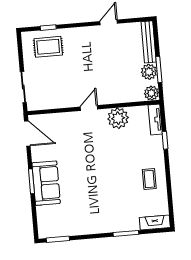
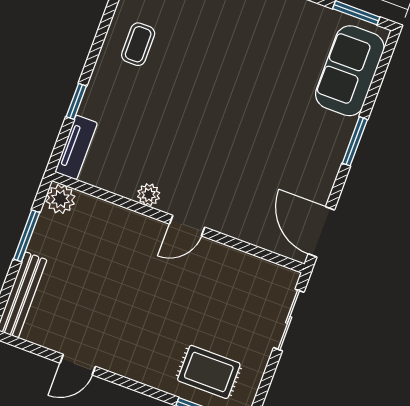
plant: (149, 72) -> (47, 240), removed
plant: (118, 118) -> (149, 195), width x0.53, depth x0.53
sofa: (46, 183) -> (350, 71), moved

